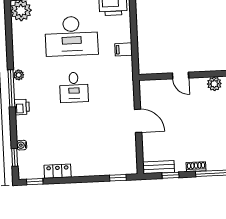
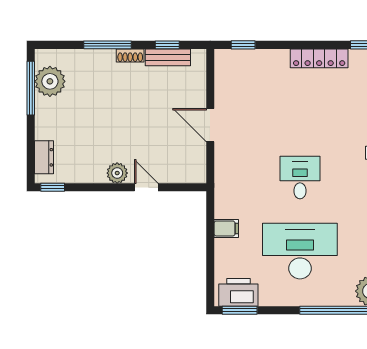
plant: (214, 84) -> (117, 173), moved
bench: (159, 167) -> (168, 57), moved
locker: (58, 171) -> (319, 58), width x1.53

